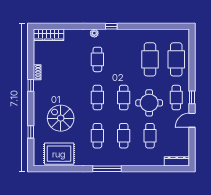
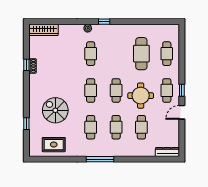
cafe table: (176, 59) -> (167, 54), width x0.73, depth x0.74
window: (31, 85) -> (26, 65), moved
rug: (59, 154) -> (54, 145), width x0.73, depth x0.70

